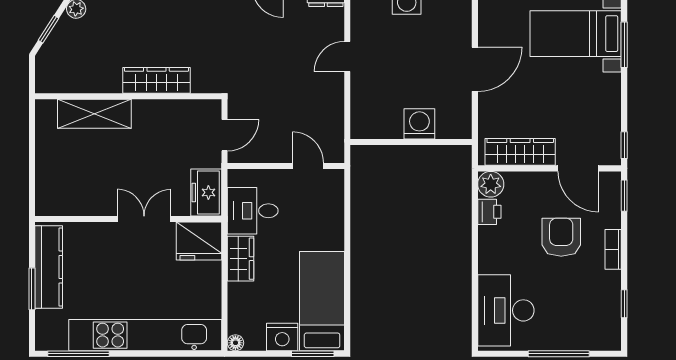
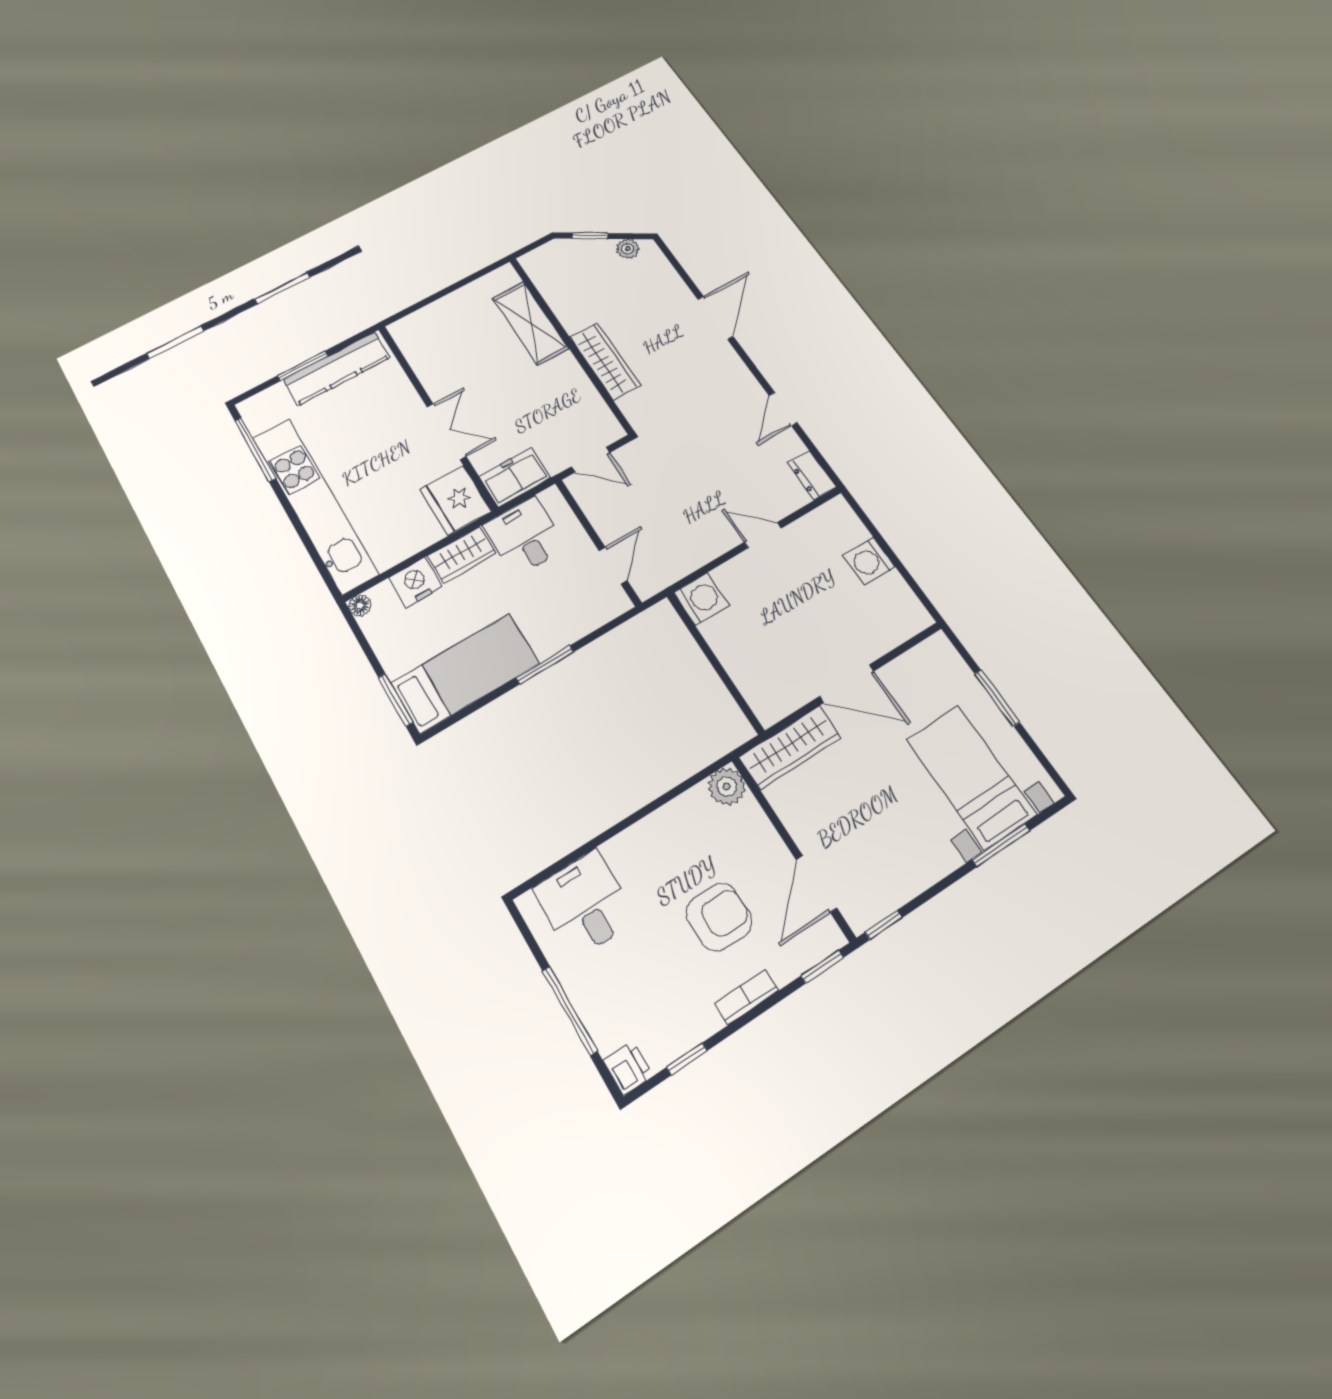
washing machine: (419, 124) -> (701, 599), moved
wardrobe: (520, 152) -> (790, 747), moved, turned 90
printer: (489, 212) -> (628, 1068), moved, turned -90
window: (347, 249) -> (545, 665), added
desk: (506, 310) -> (585, 904), width x0.73
nightstand: (282, 337) -> (416, 582), moved, turned 90

